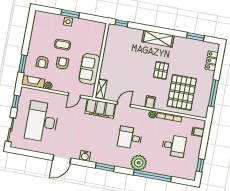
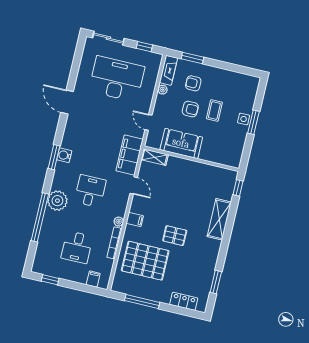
shelving: (158, 39) -> (219, 219), moved
water cooler: (85, 156) -> (64, 155), moved

